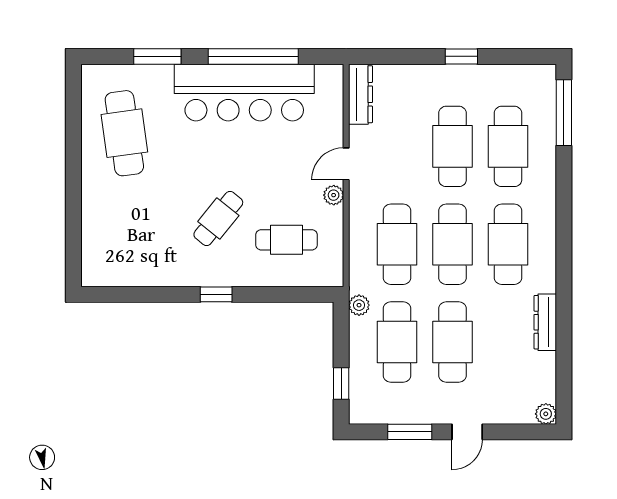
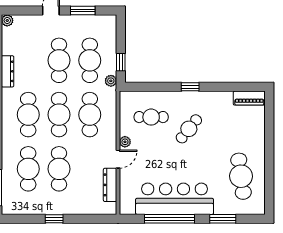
dresser: (360, 94) -> (110, 185), moved
piano: (109, 274) -> (249, 98), added
window: (341, 383) -> (121, 62), moved

